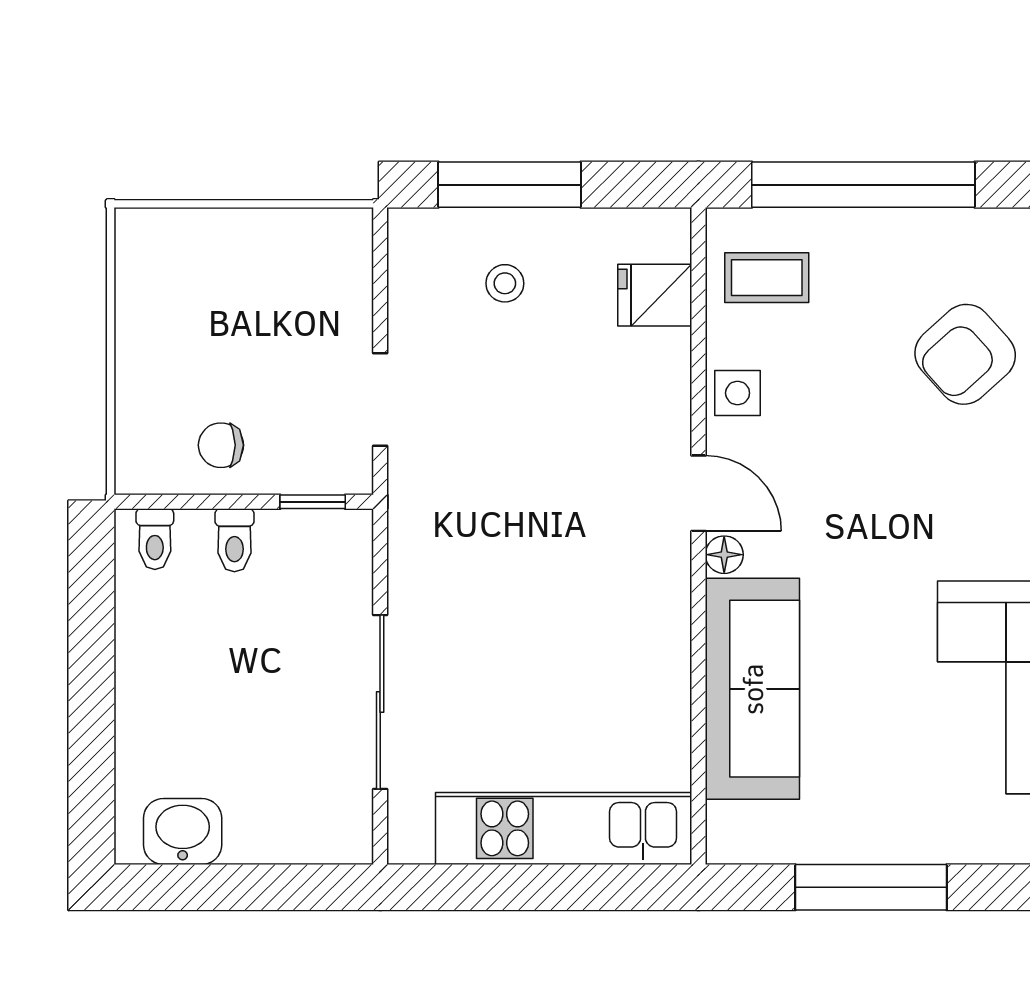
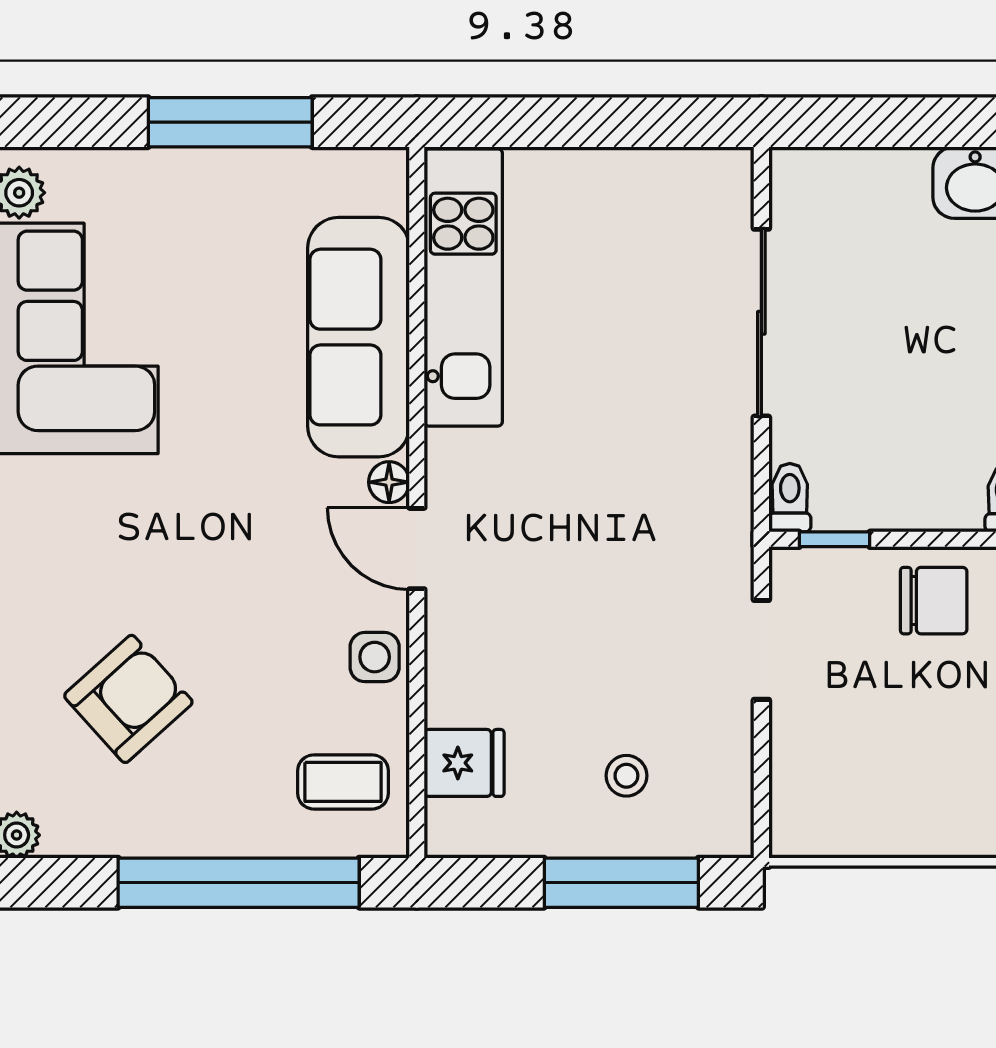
chair: (221, 445) -> (934, 601), width x1.37, depth x1.37
toilet: (234, 540) -> (790, 498), moved
kitchen unit: (564, 828) -> (463, 287), moved, turned -90

